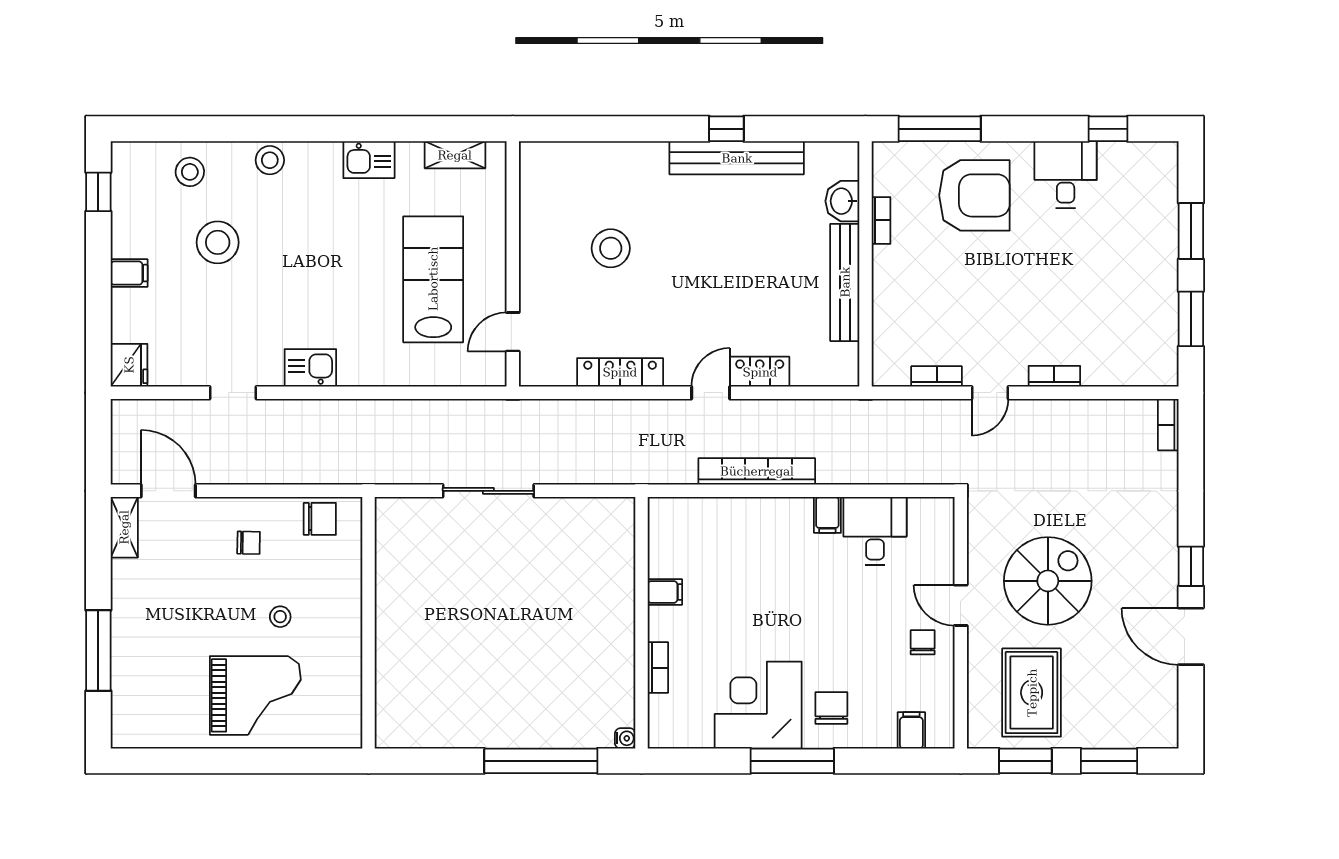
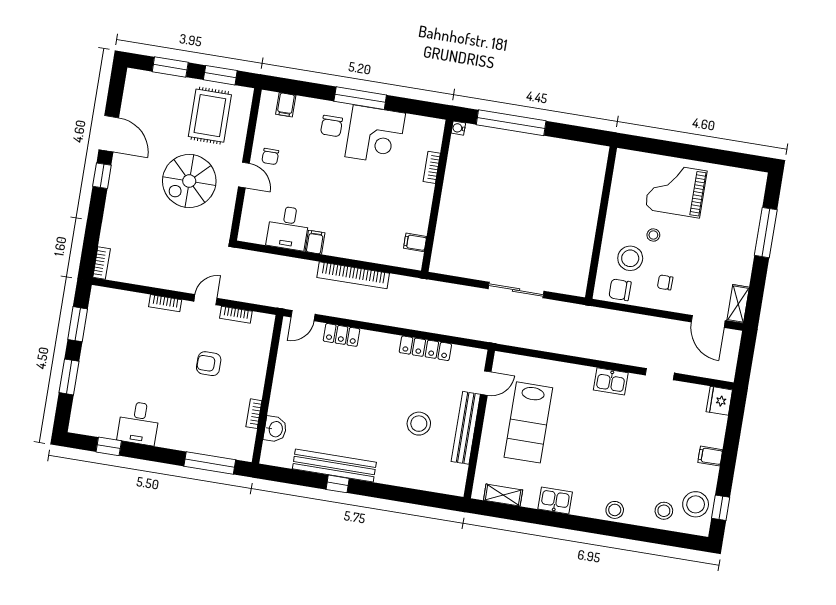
armchair: (974, 195) -> (209, 364), moved, width x0.53, depth x0.53
stool: (218, 242) -> (696, 504), moved
bench: (845, 282) -> (466, 428), moved
door: (711, 393) -> (303, 316), moved
stool: (312, 573) -> (630, 258), added
filing cabinet: (665, 592) -> (415, 242), moved

